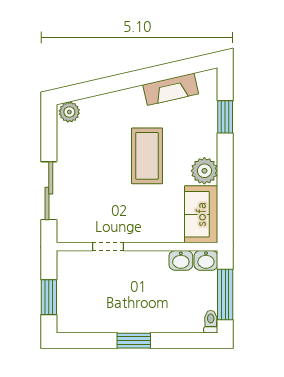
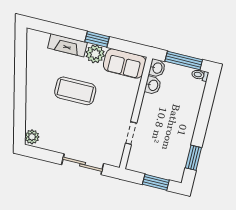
fireplace: (171, 89) -> (67, 45), moved, turned 103
window: (225, 117) -> (97, 39), moved
window: (134, 341) -> (193, 158), moved

